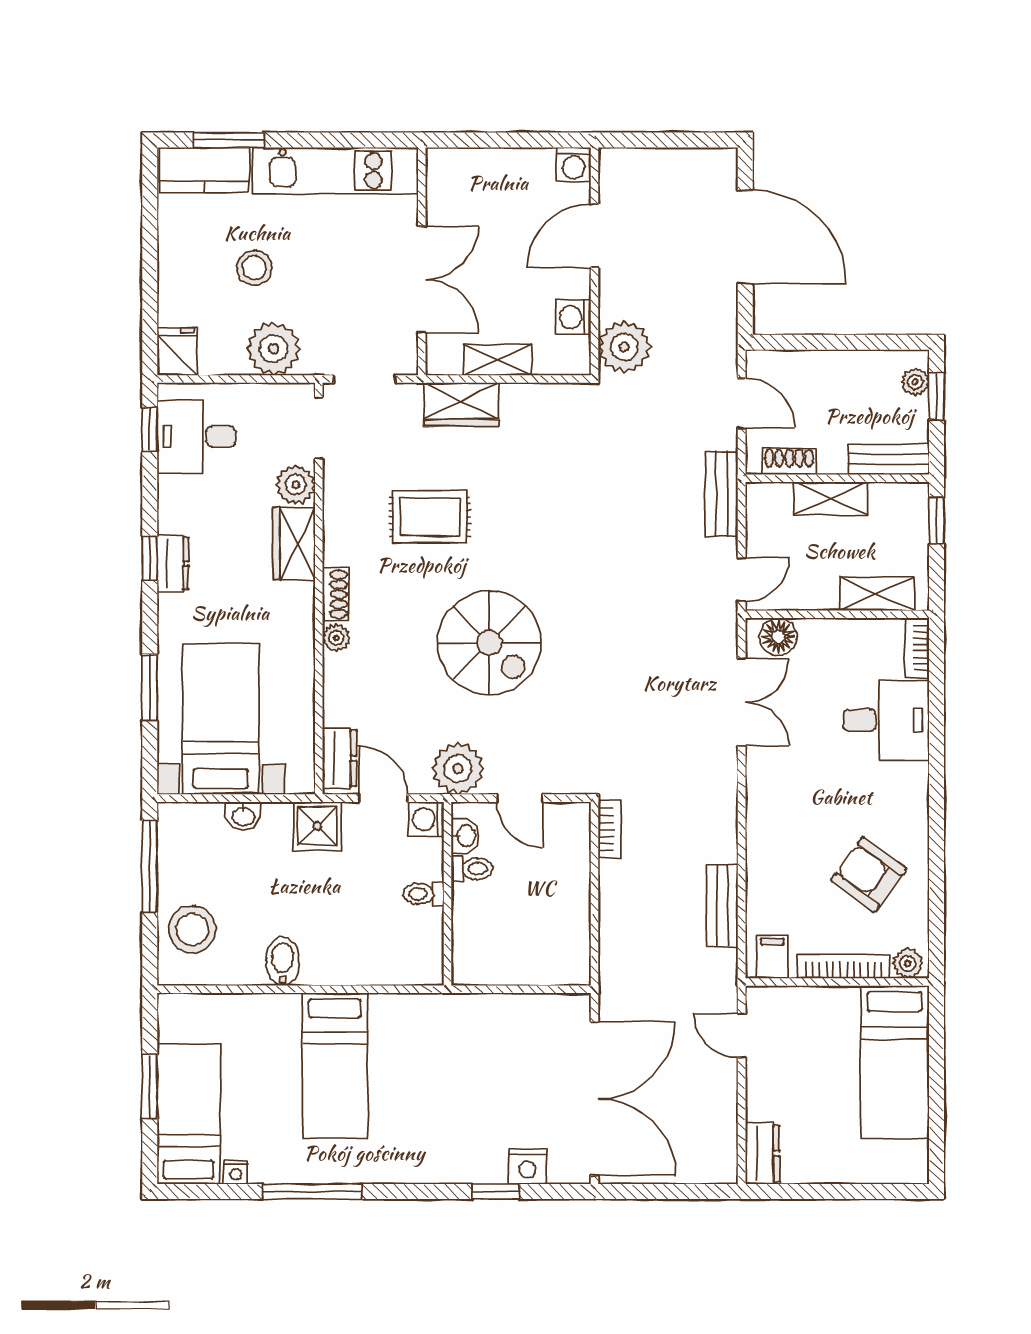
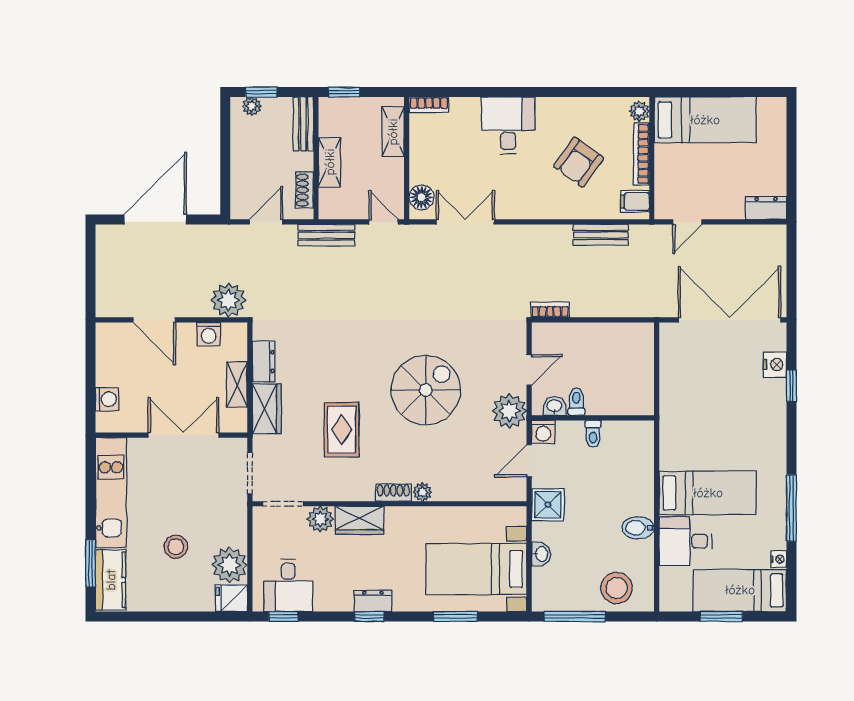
washing machine: (573, 165) -> (107, 399), moved
plant: (273, 349) -> (230, 565), moved
desk: (886, 720) -> (508, 126), moved
dresser: (340, 758) -> (264, 362), moved, turned 90
armchair: (869, 875) -> (579, 162), moved
desk: (263, 1033) -> (685, 541), added

